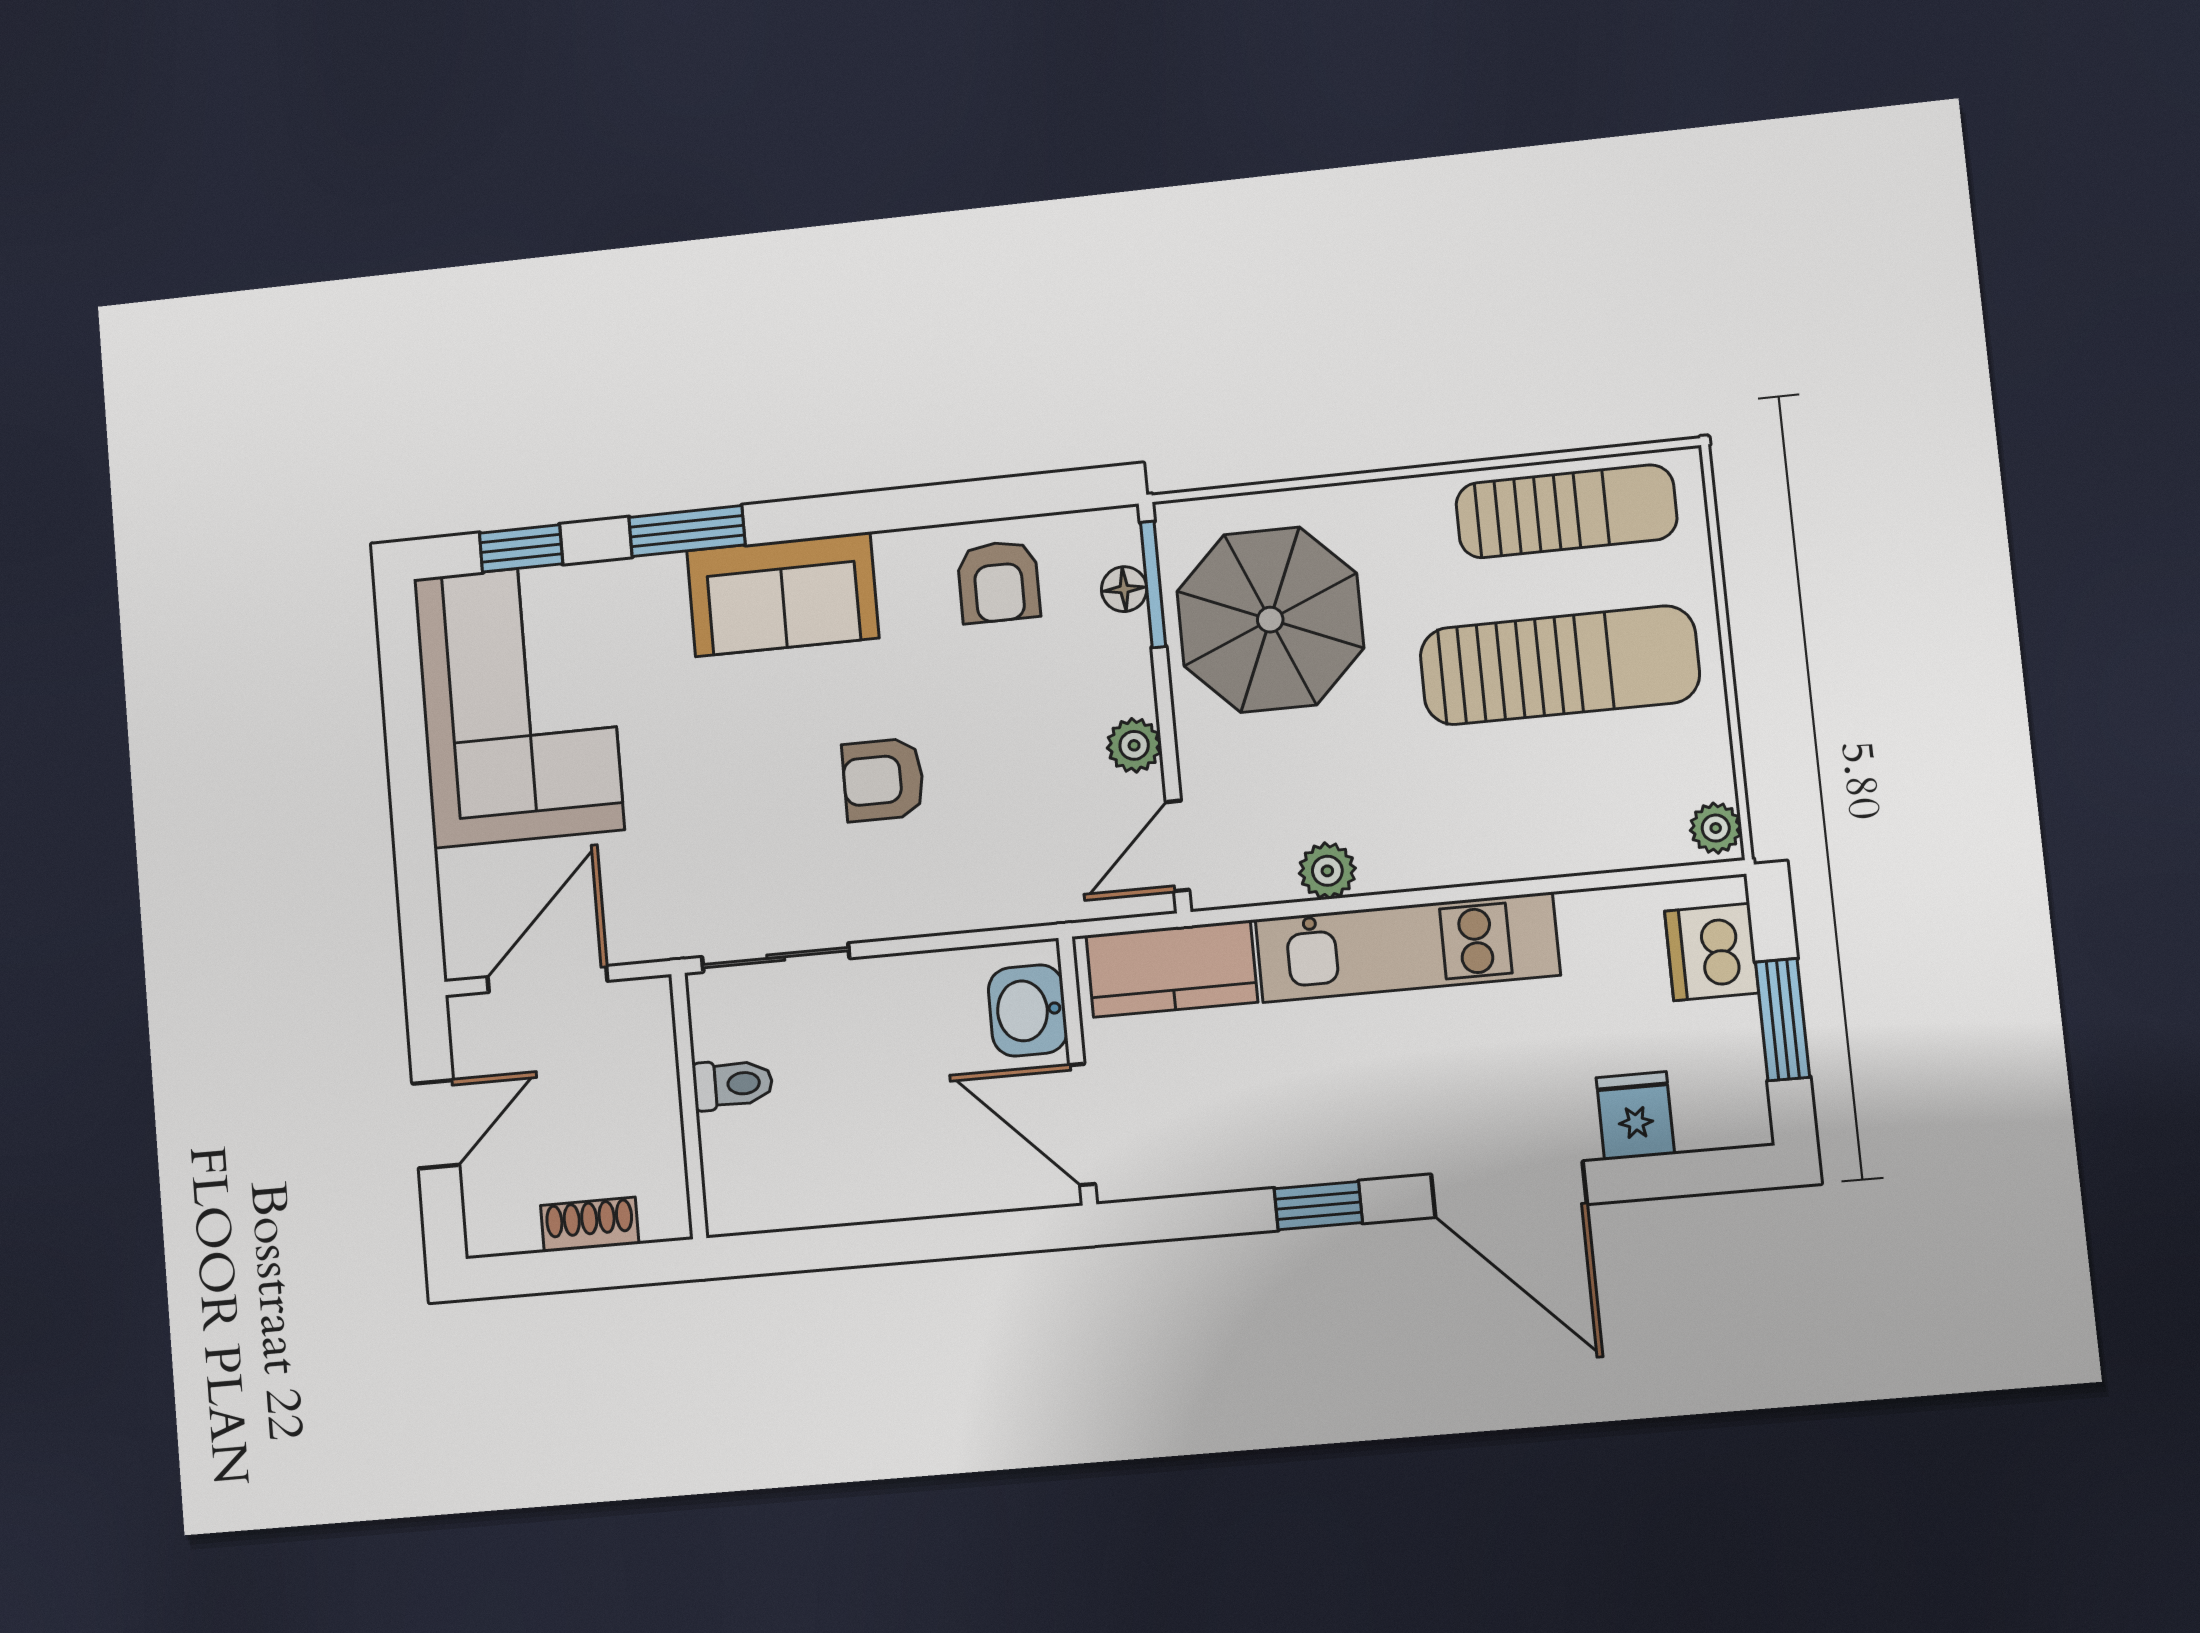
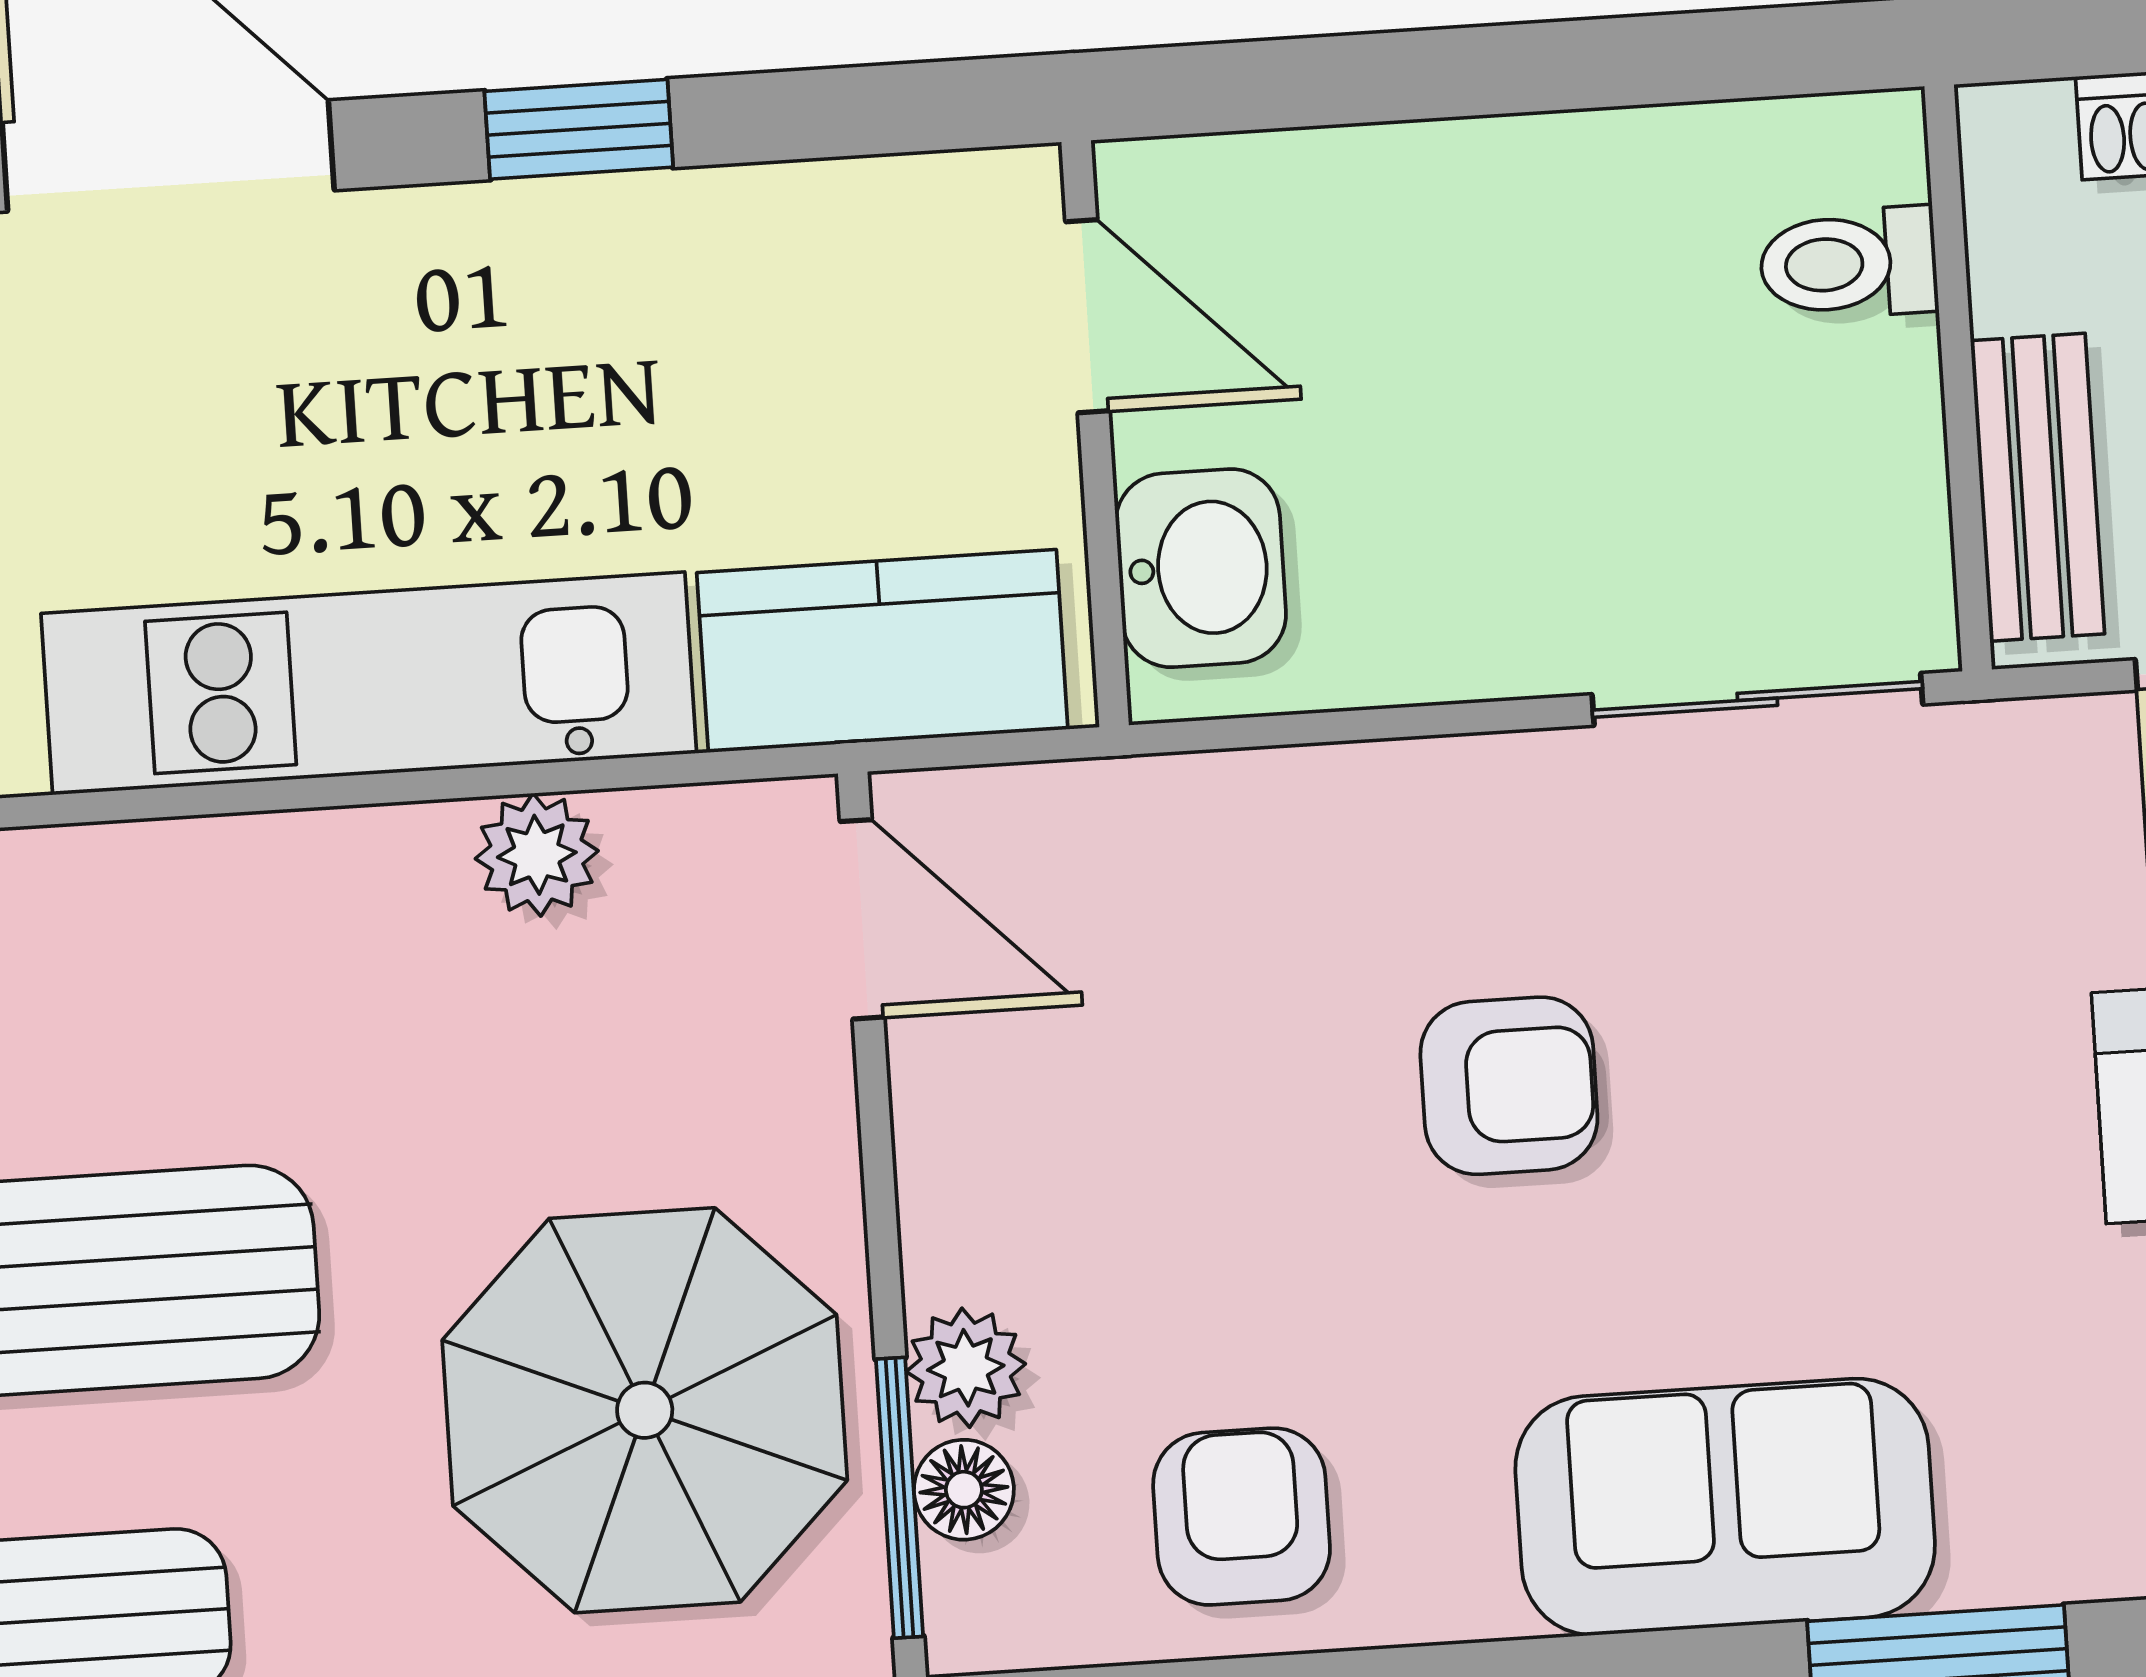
plant: (1134, 745) -> (966, 1368), moved
door: (1177, 846) -> (862, 919), hinge flipped
bench: (652, 1057) -> (2038, 487), added
toilet: (733, 1084) -> (1849, 263), moved
door: (1082, 1125) -> (1088, 316), width x0.73

